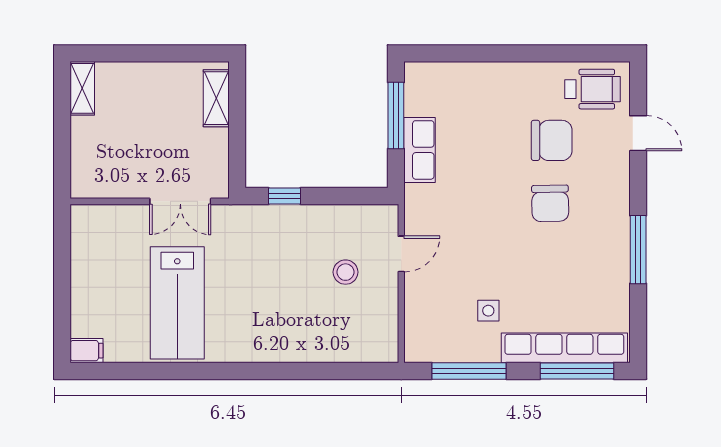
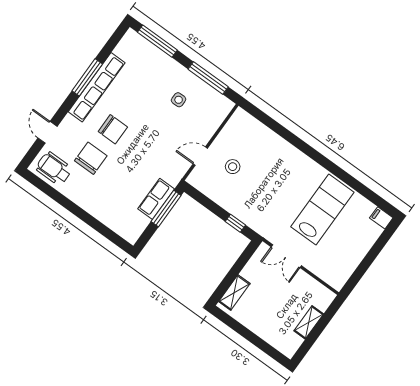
shelving: (82, 88) -> (309, 322), moved
window: (396, 115) -> (166, 209), moved
chair: (552, 140) -> (91, 158), turned 90
double door: (180, 201) -> (286, 256), swing flipped
chair: (550, 203) -> (113, 129), turned 91
row of seats: (564, 348) -> (97, 87), moved, turned -90

